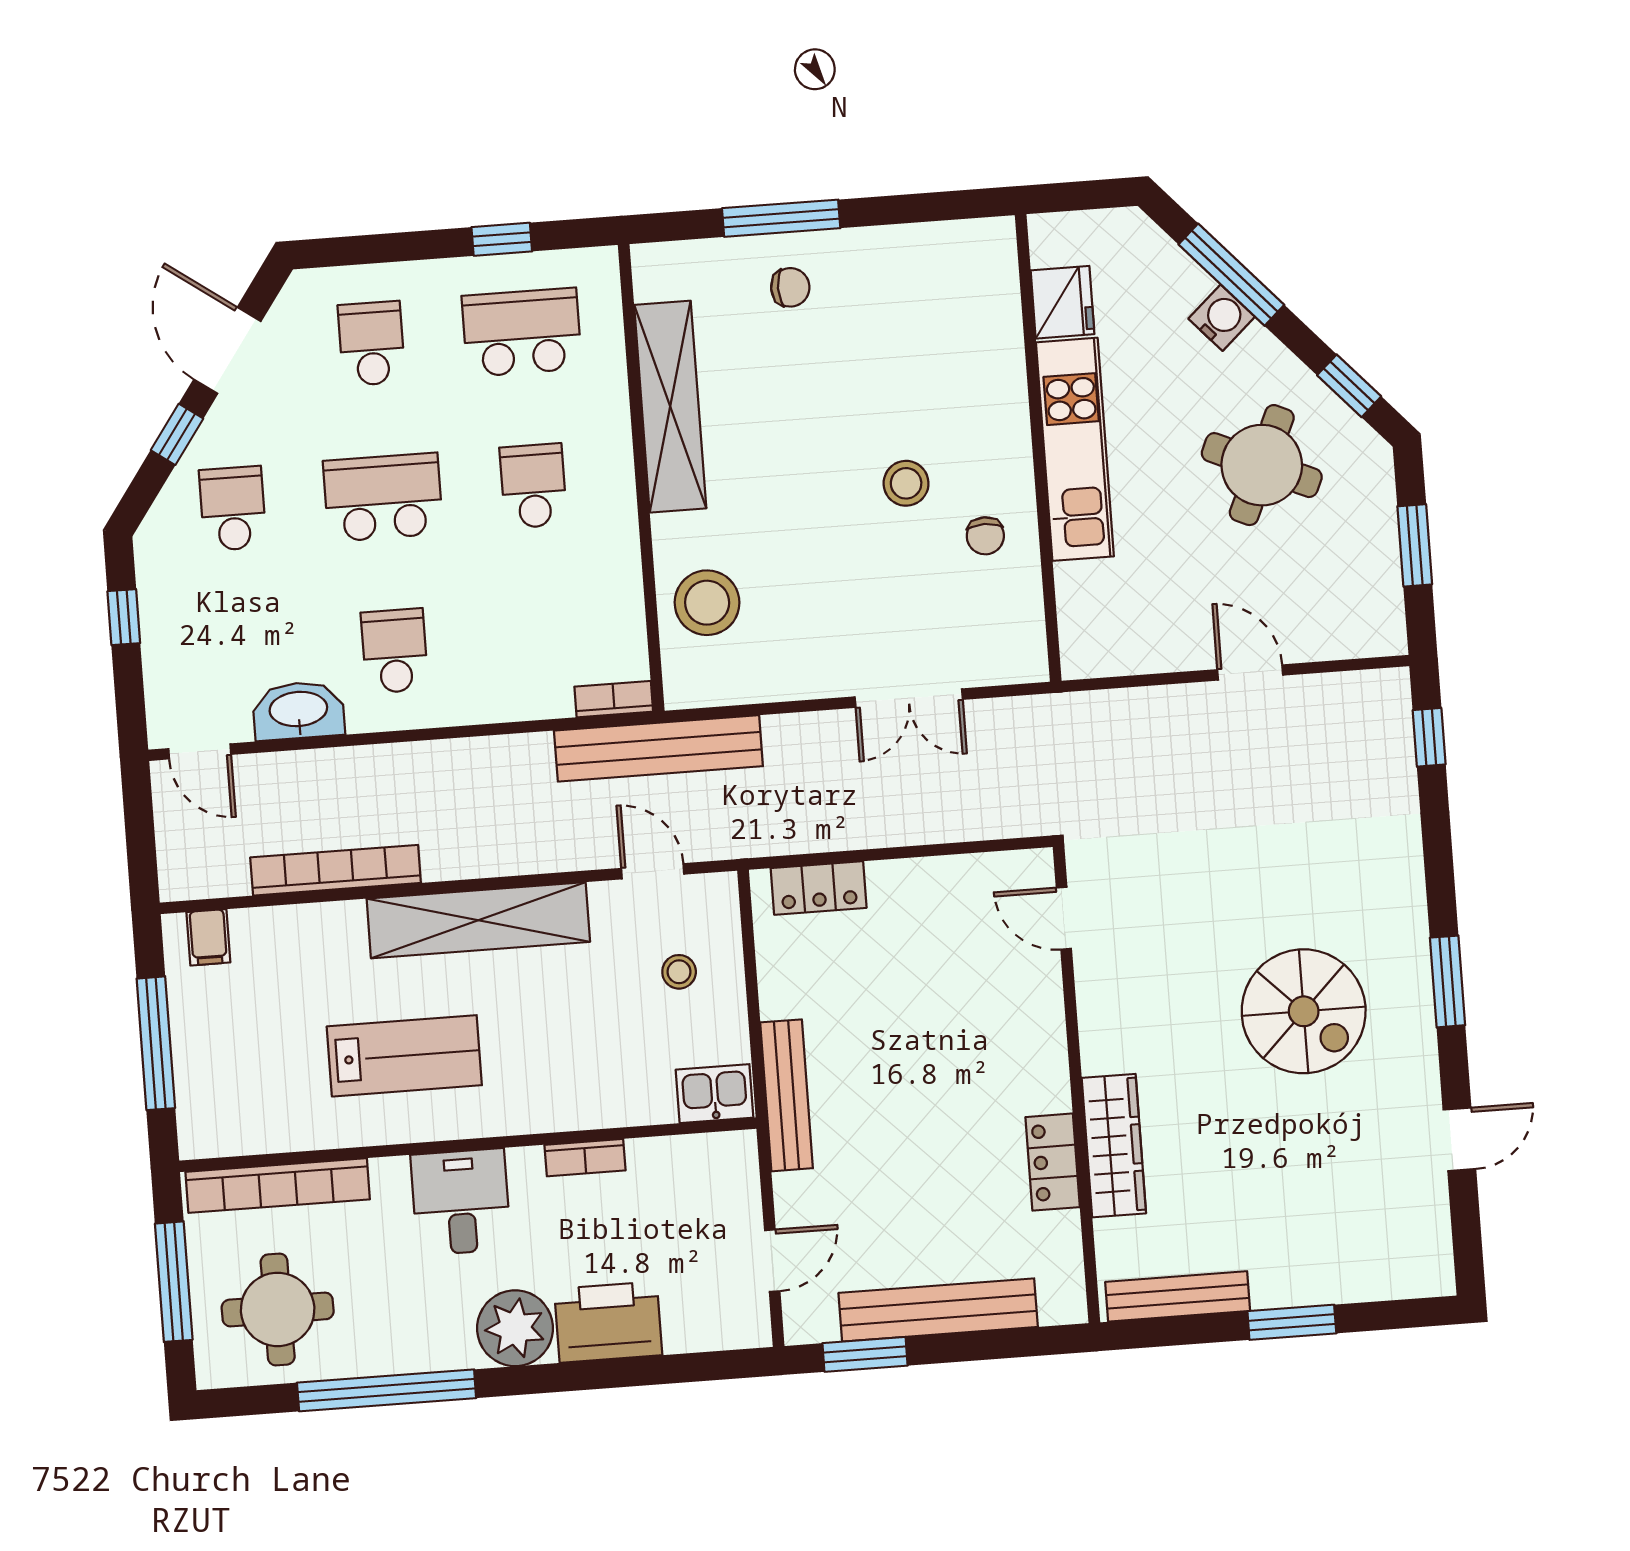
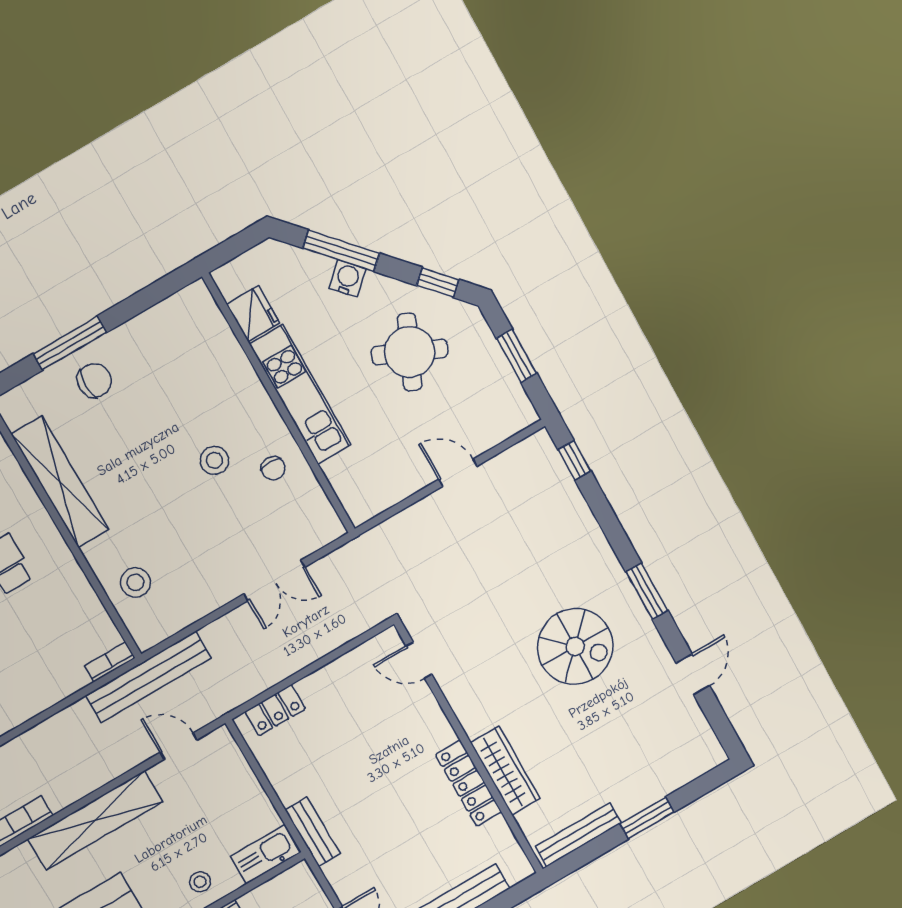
chair: (790, 287) -> (94, 380), width x1.37, depth x1.37
stool: (707, 603) -> (135, 582), width x0.73, depth x0.73
stool: (679, 972) -> (200, 882), moved
kitchen sink: (715, 1094) -> (265, 855), width x1.38
bench: (787, 1095) -> (313, 832), width x0.73
locker: (1053, 1162) -> (469, 783), width x1.53

